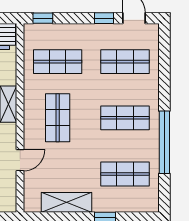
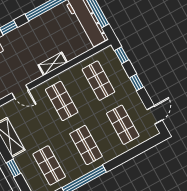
window: (104, 18) -> (137, 82), moved
shop shelf: (58, 118) -> (62, 101), turned 90

